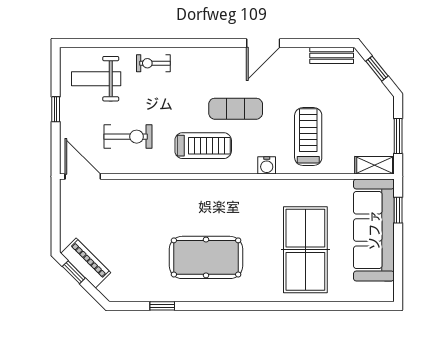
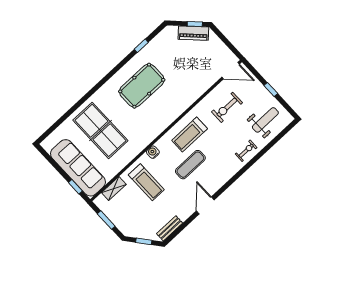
shelving: (375, 165) -> (114, 188), moved

